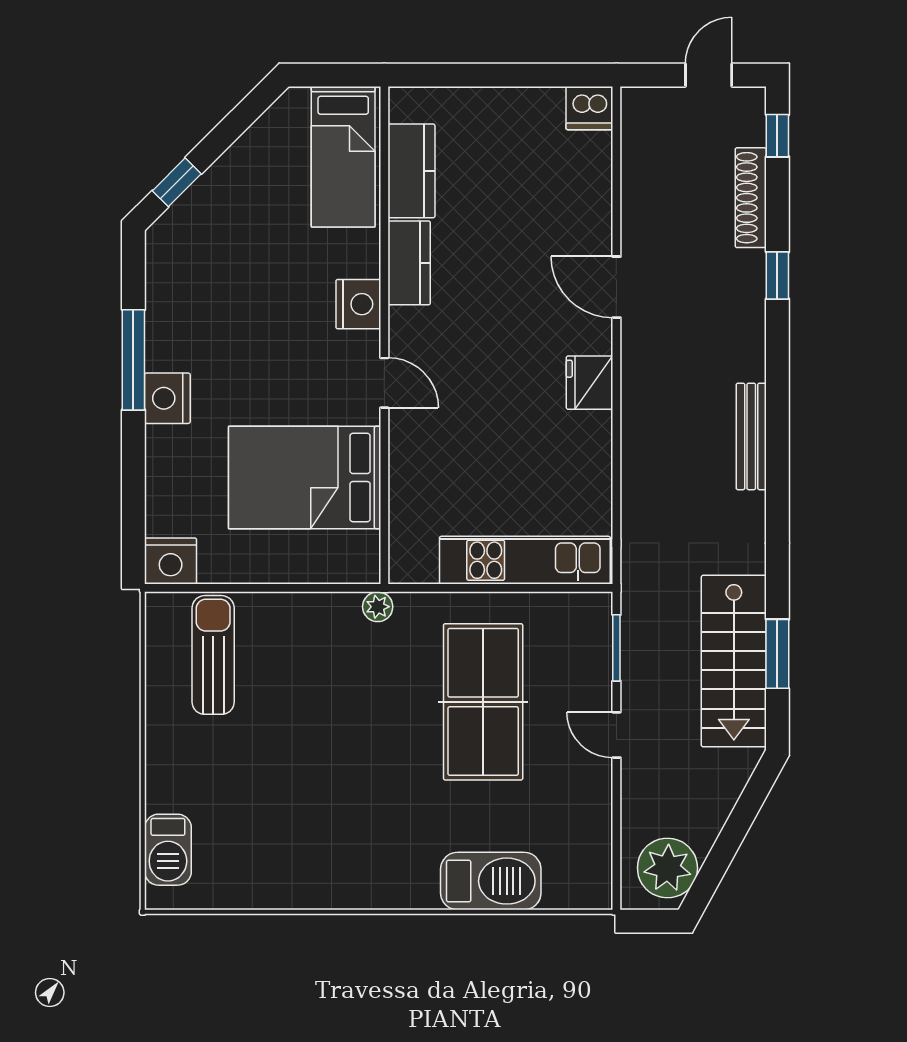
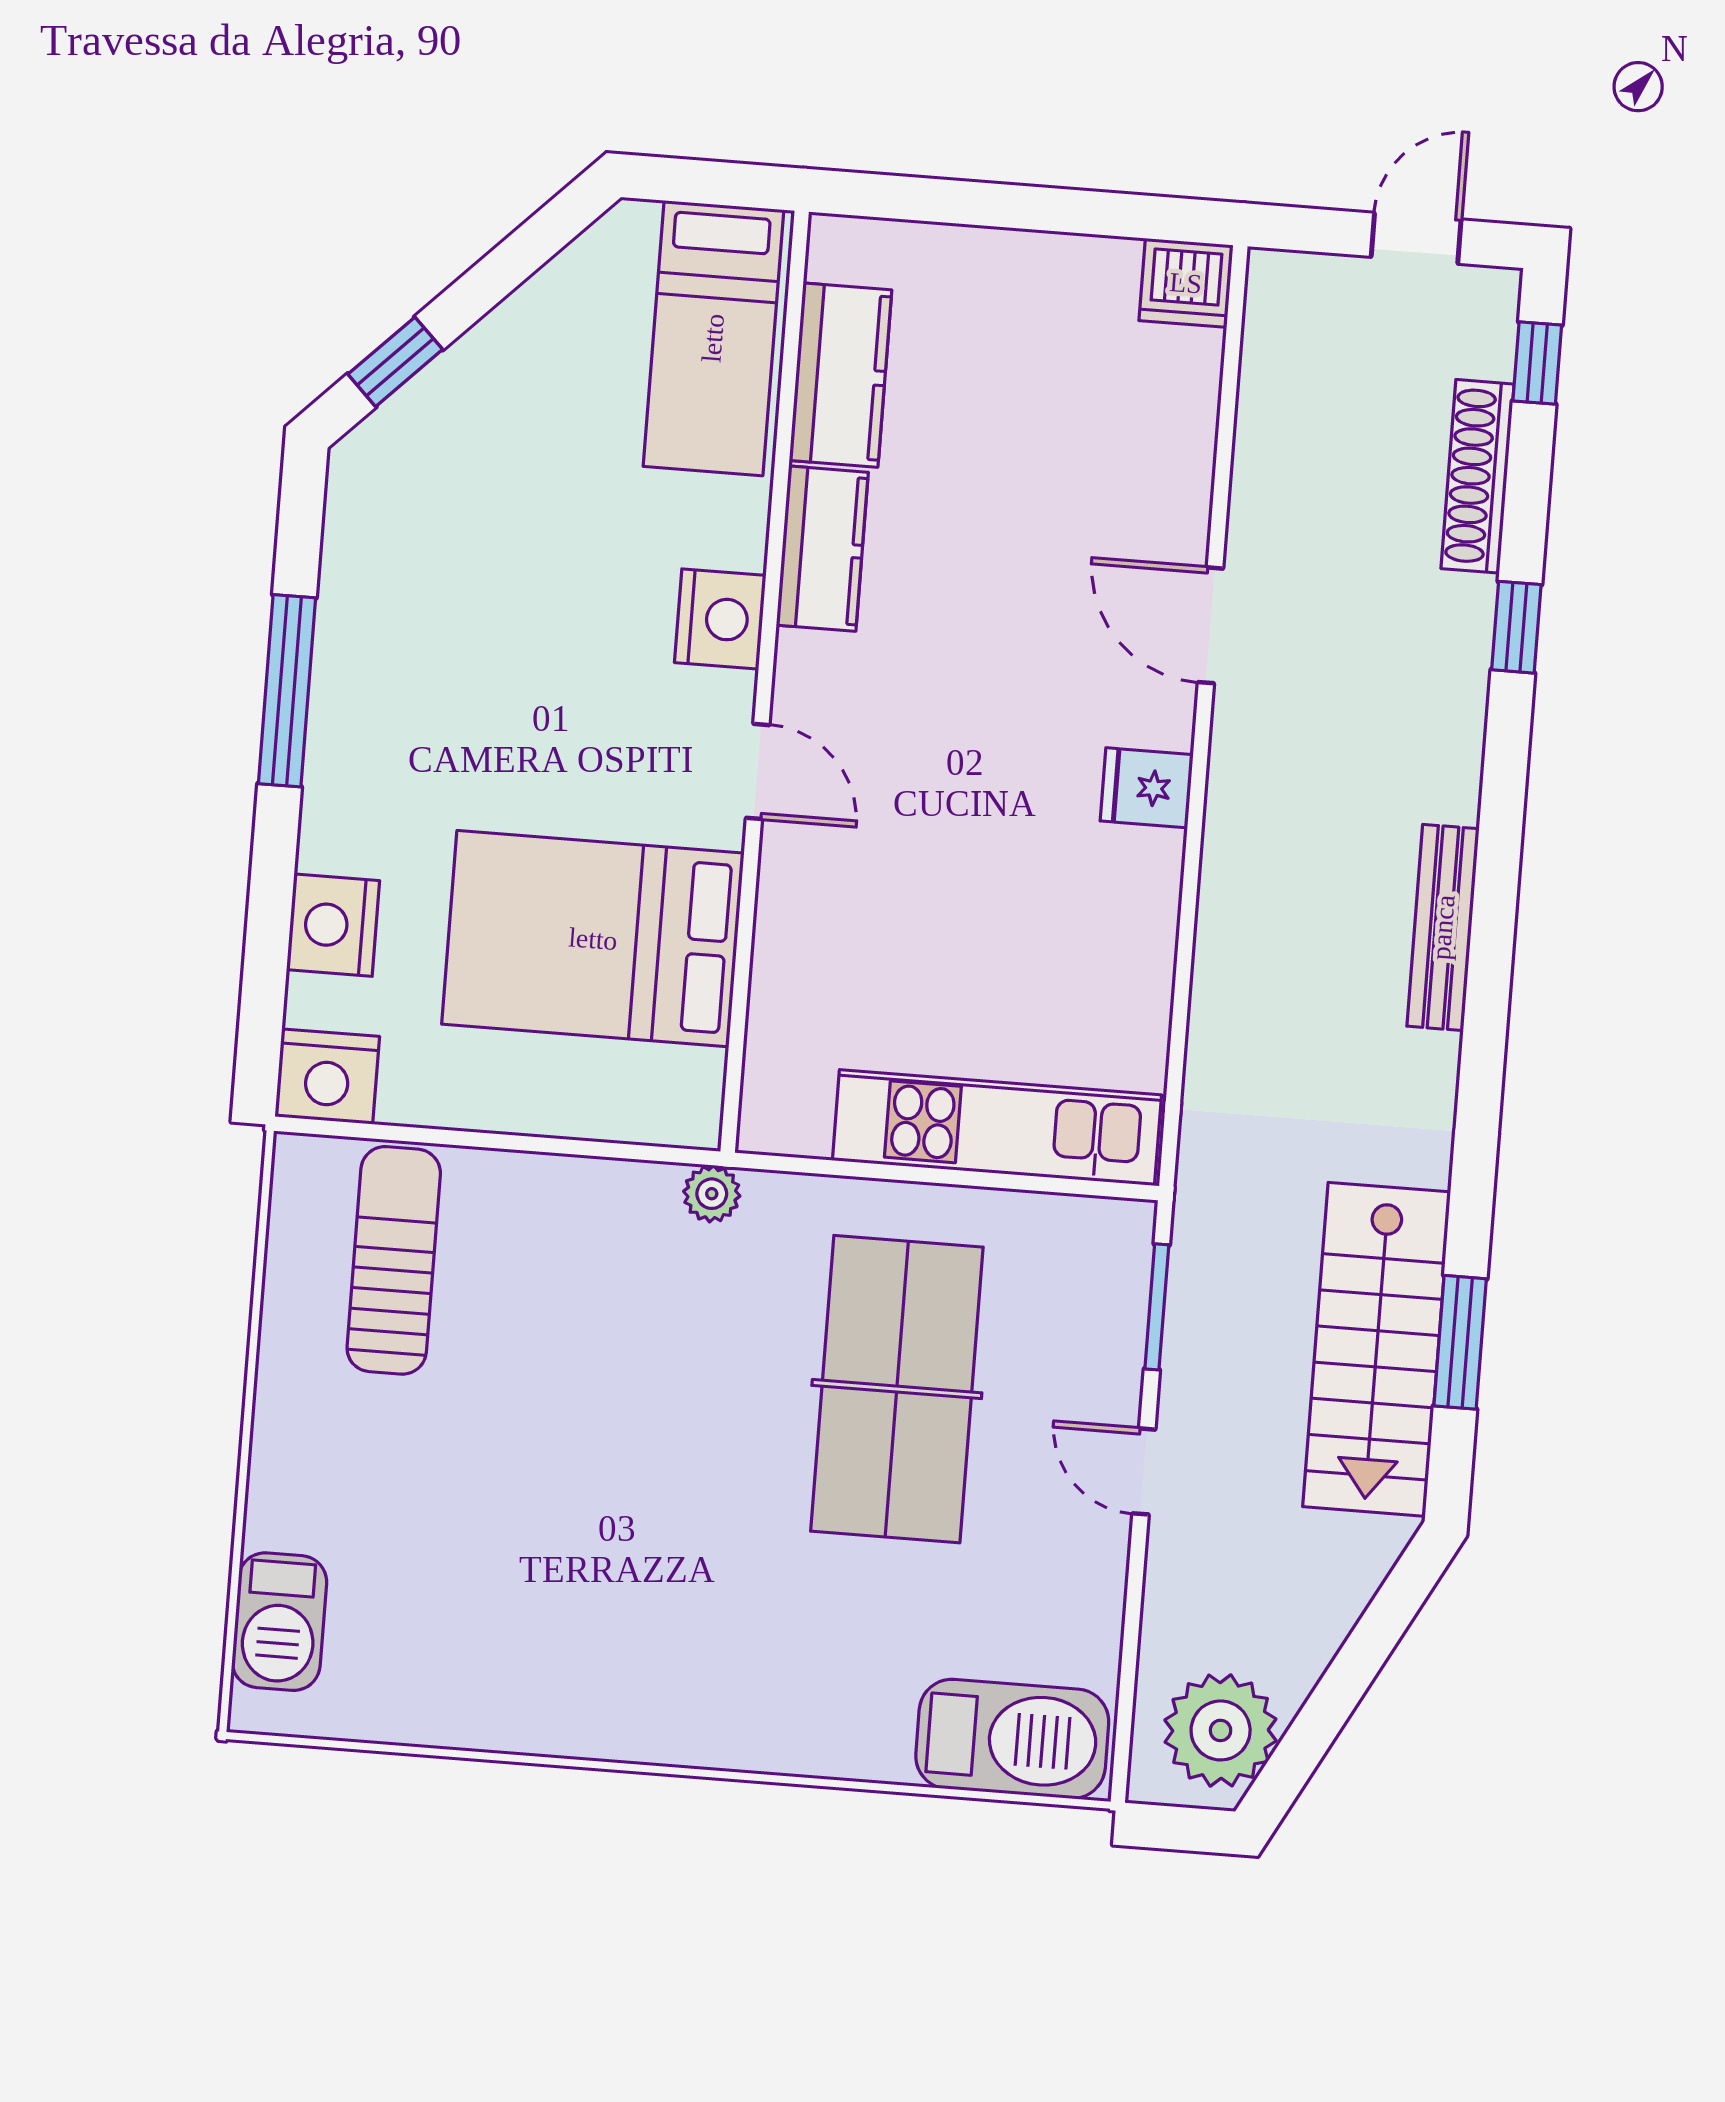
fridge: (590, 383) -> (1147, 788), width x0.72
nightstand: (167, 398) -> (333, 925), moved
barbecue: (491, 881) -> (1012, 1739), moved

